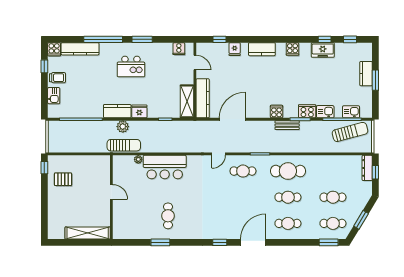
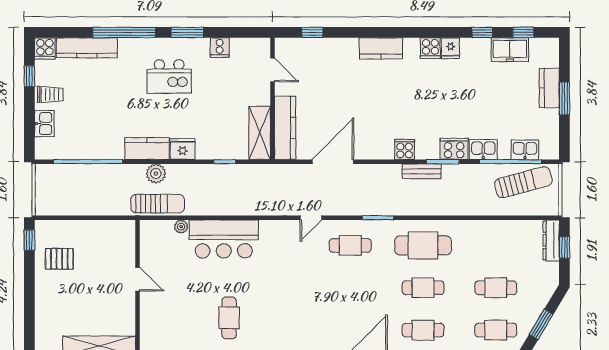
cooker: (179, 49) -> (220, 48), moved
fridge: (235, 49) -> (451, 48), moved
freezer: (323, 50) -> (510, 50), moved

